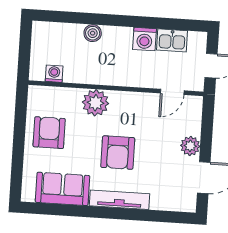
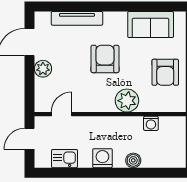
washing machine: (144, 39) -> (102, 158), moved
washing machine: (54, 74) -> (151, 123), moved
tv unit: (119, 200) -> (77, 18), moved

